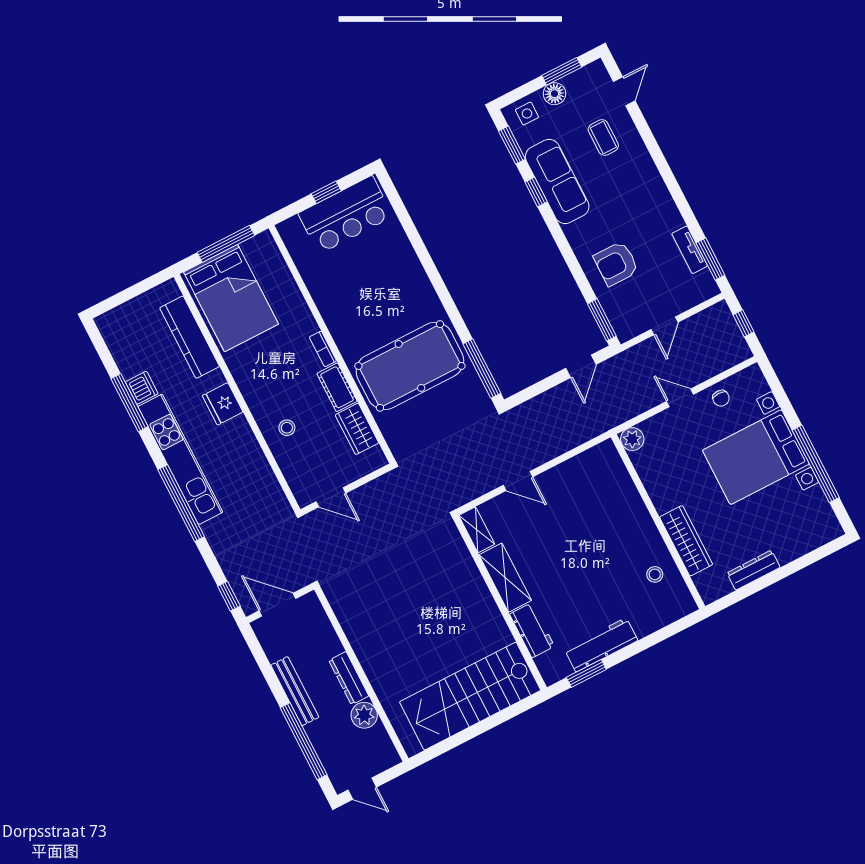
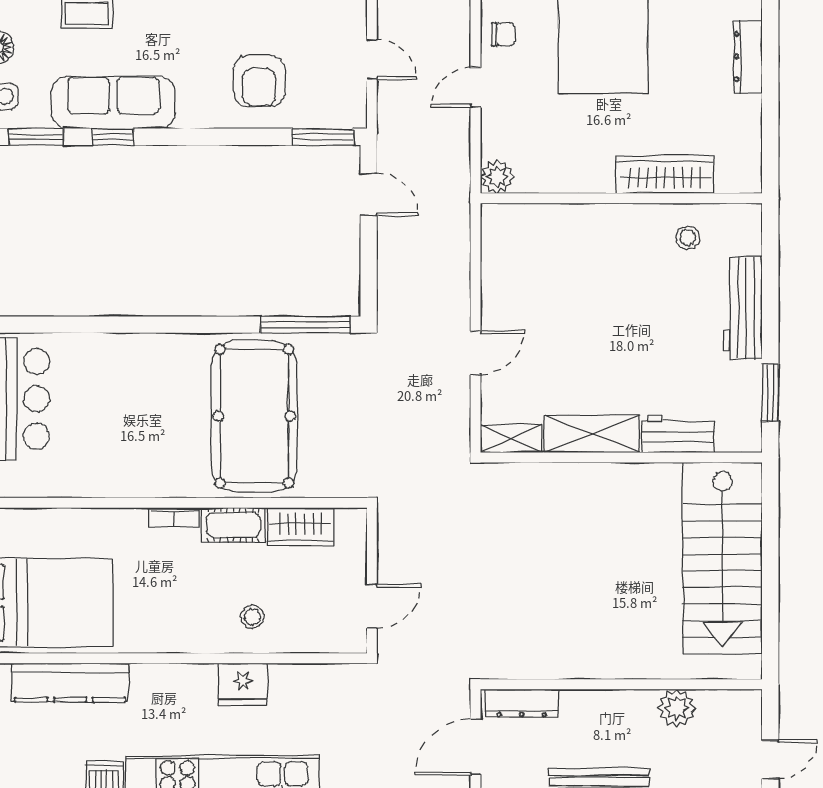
fridge: (223, 404) -> (243, 684), moved
dresser: (753, 570) -> (748, 57), moved
workbench: (601, 645) -> (743, 308), moved
dresser: (349, 678) -> (522, 703), moved

